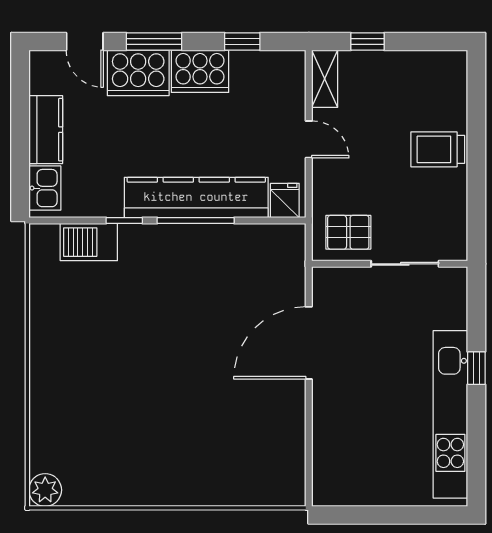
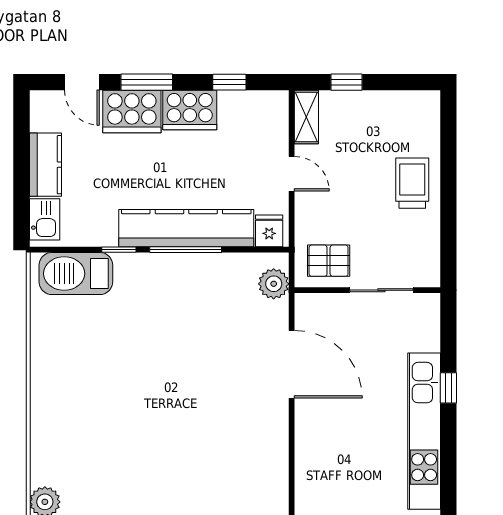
trolley: (438, 149) -> (412, 183), turned 90
barbecue: (89, 242) -> (76, 274), width x1.37, depth x1.21
plant: (290, 257) -> (274, 284), added
door: (309, 343) -> (292, 364), swing flipped

